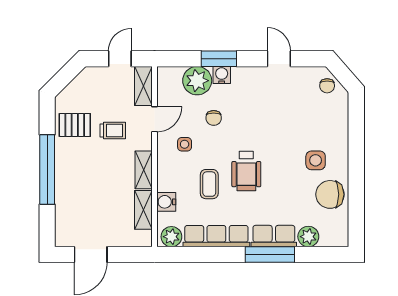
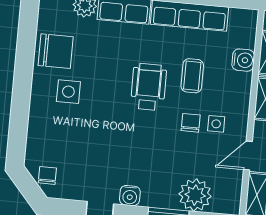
water cooler: (222, 75) -> (130, 196), moved
chair: (214, 118) -> (191, 123), moved
plant: (171, 237) -> (241, 20), removed

